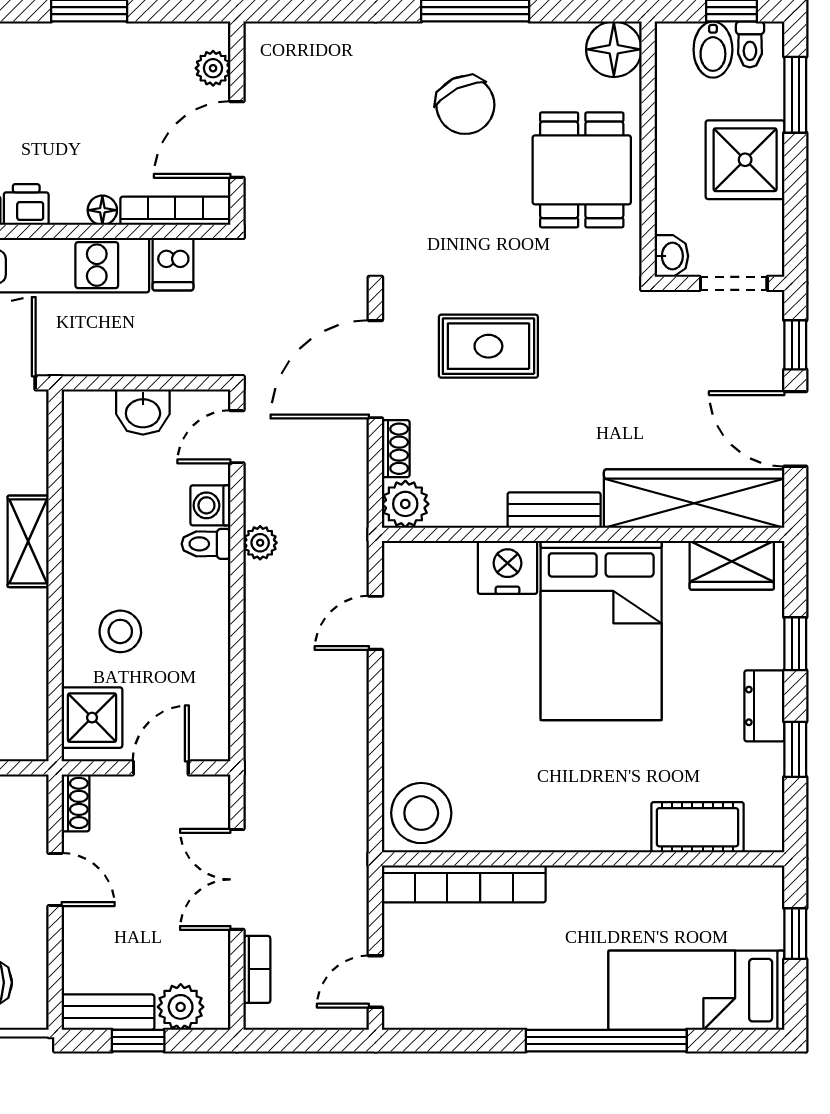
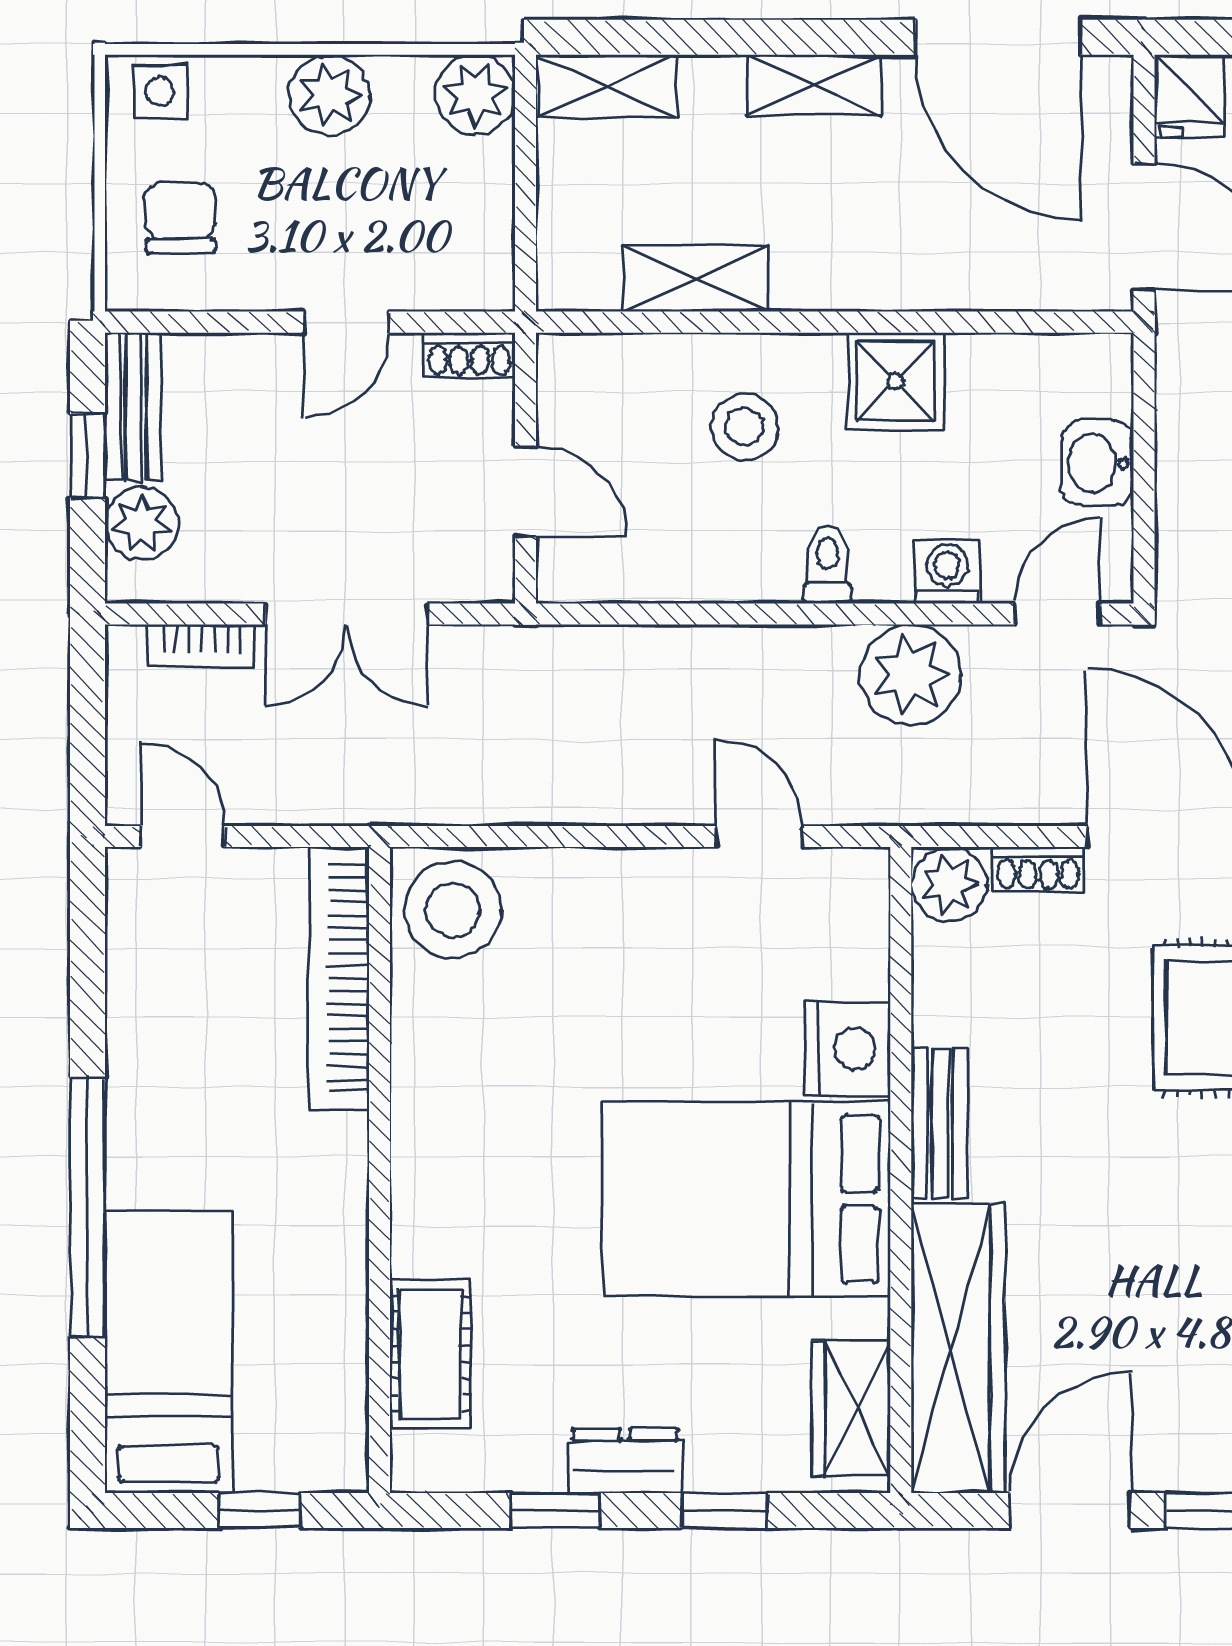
door: (237, 437) -> (1057, 614), hinge flipped
shelving: (28, 541) -> (695, 279), moved
plant: (260, 543) -> (911, 675), width x1.88, depth x1.88
toilet: (206, 544) -> (828, 564), moved
shower: (92, 718) -> (895, 381), moved
double door: (237, 879) -> (346, 614), swing flipped

